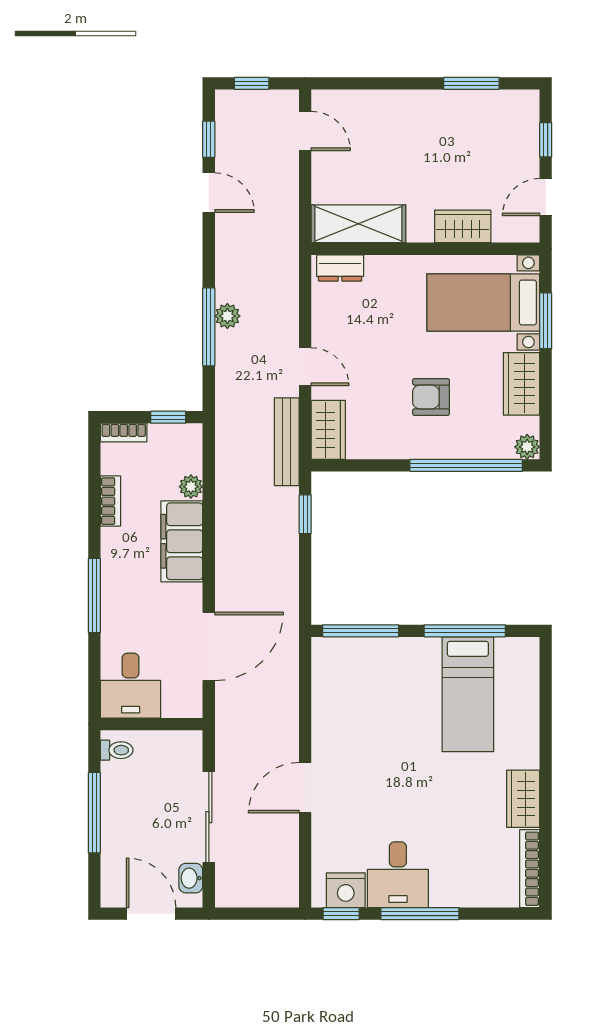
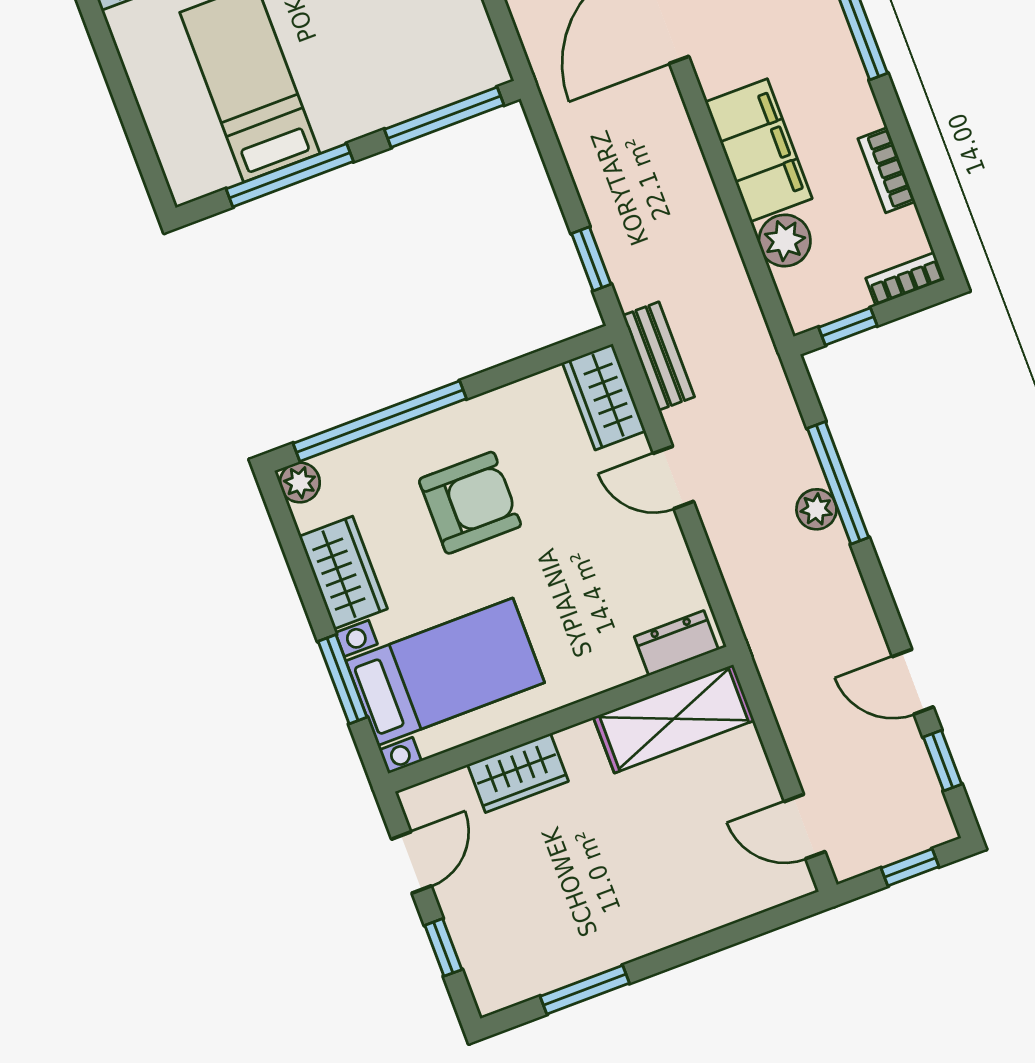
armchair: (431, 397) -> (470, 503), width x1.38, depth x1.38
bench: (287, 442) -> (659, 356), width x0.73
plant: (191, 487) -> (785, 241), width x1.38, depth x1.38

